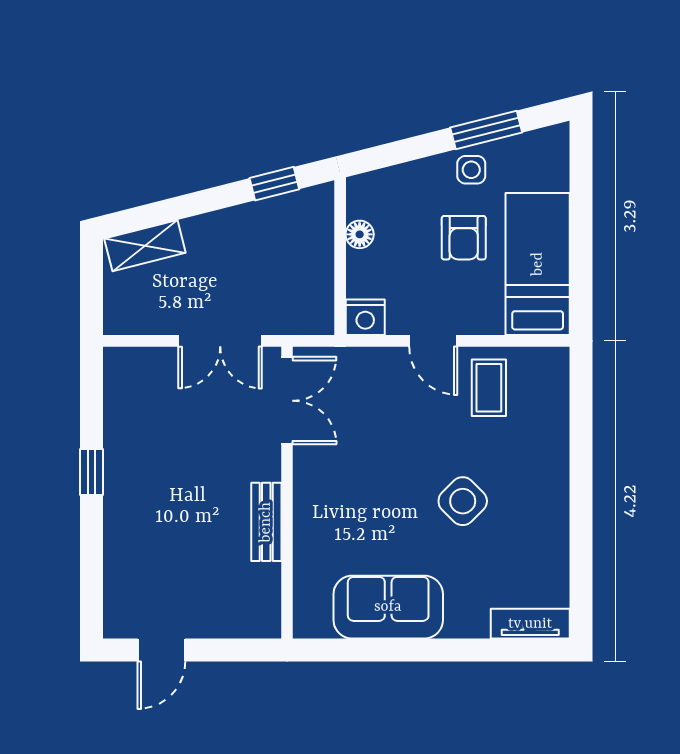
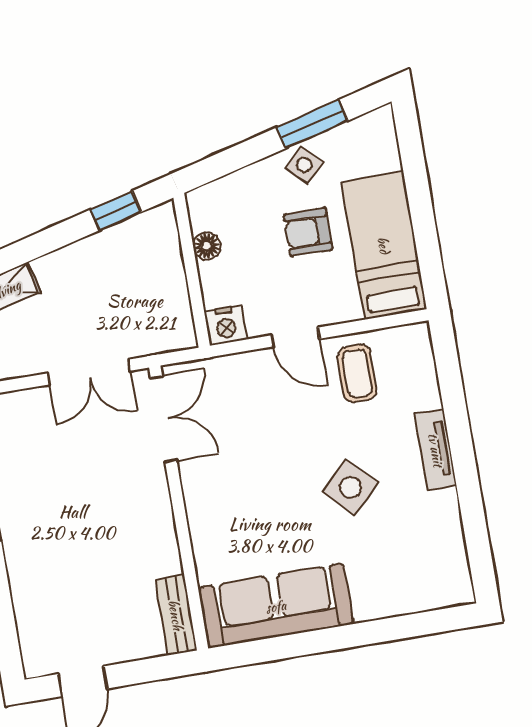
side table: (471, 170) -> (304, 165), turned 45
armchair: (464, 238) -> (308, 232), turned 90
bench: (266, 522) -> (176, 615), moved
sofa: (388, 607) -> (276, 606), width x1.36
tv unit: (530, 624) -> (436, 450), moved, turned -90

